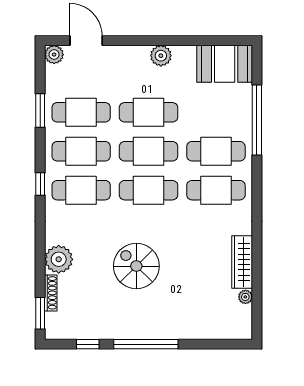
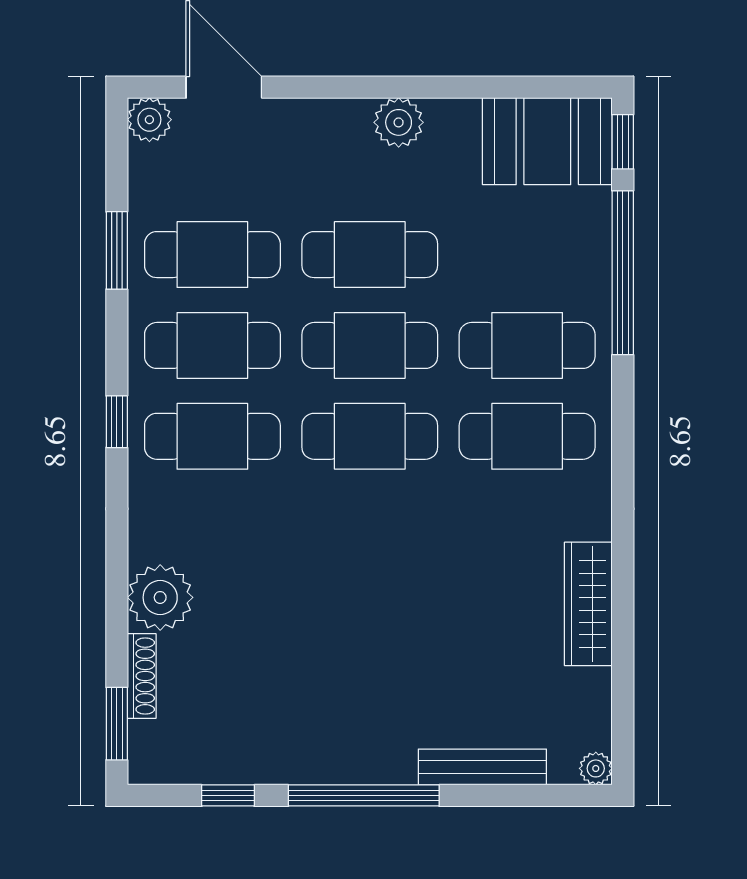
window: (257, 64) -> (623, 142), added
spiral stairs: (136, 266) -> (341, 613), removed
plant: (245, 297) -> (596, 768), moved
bench: (197, 332) -> (482, 767), added

